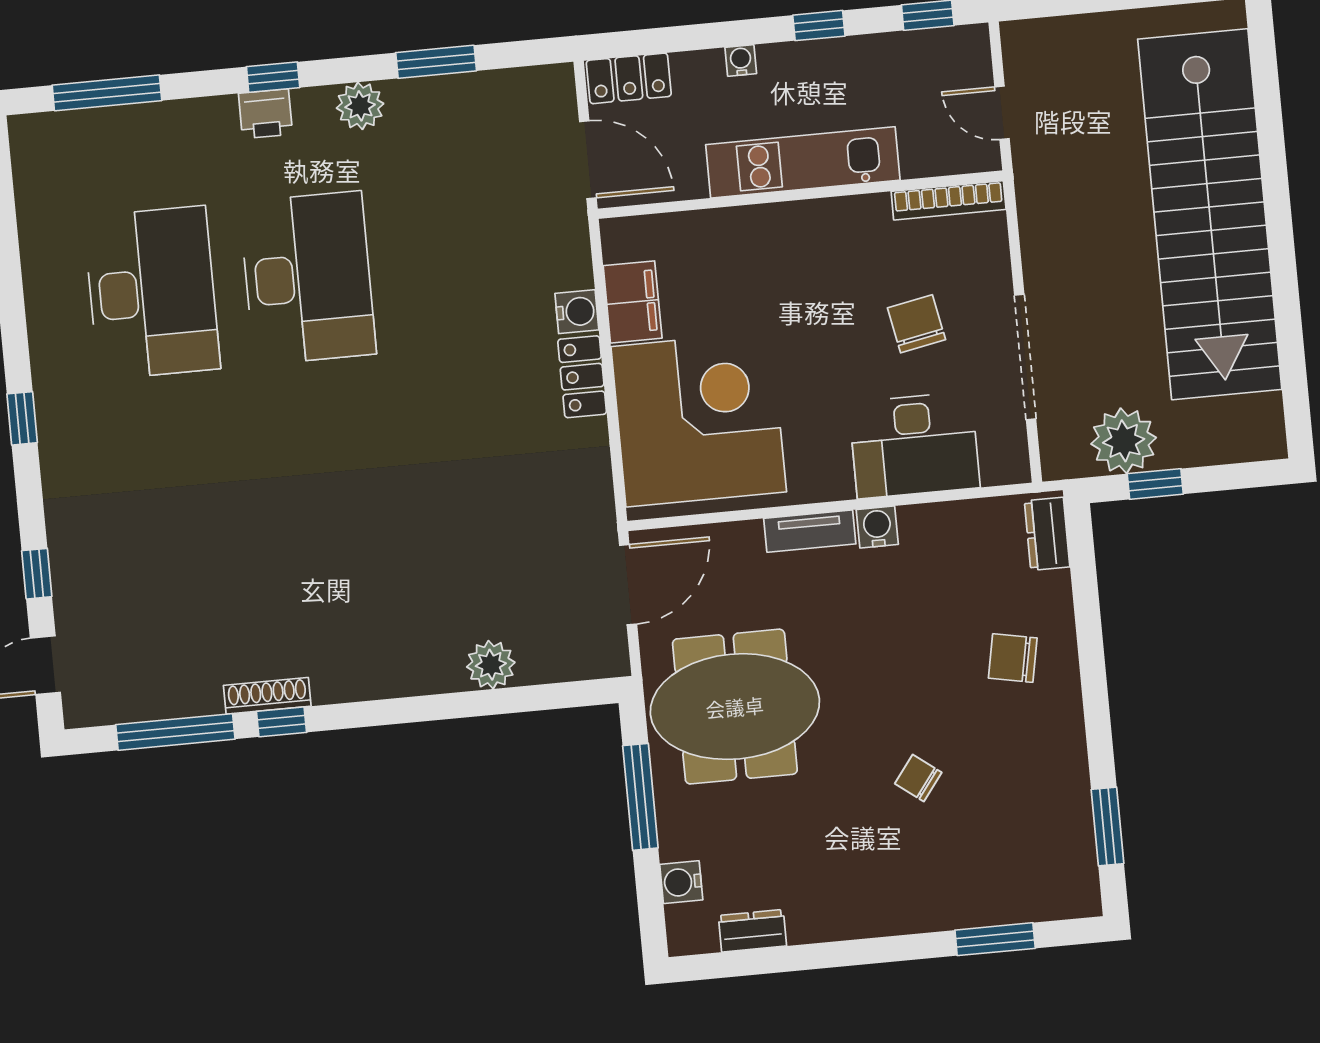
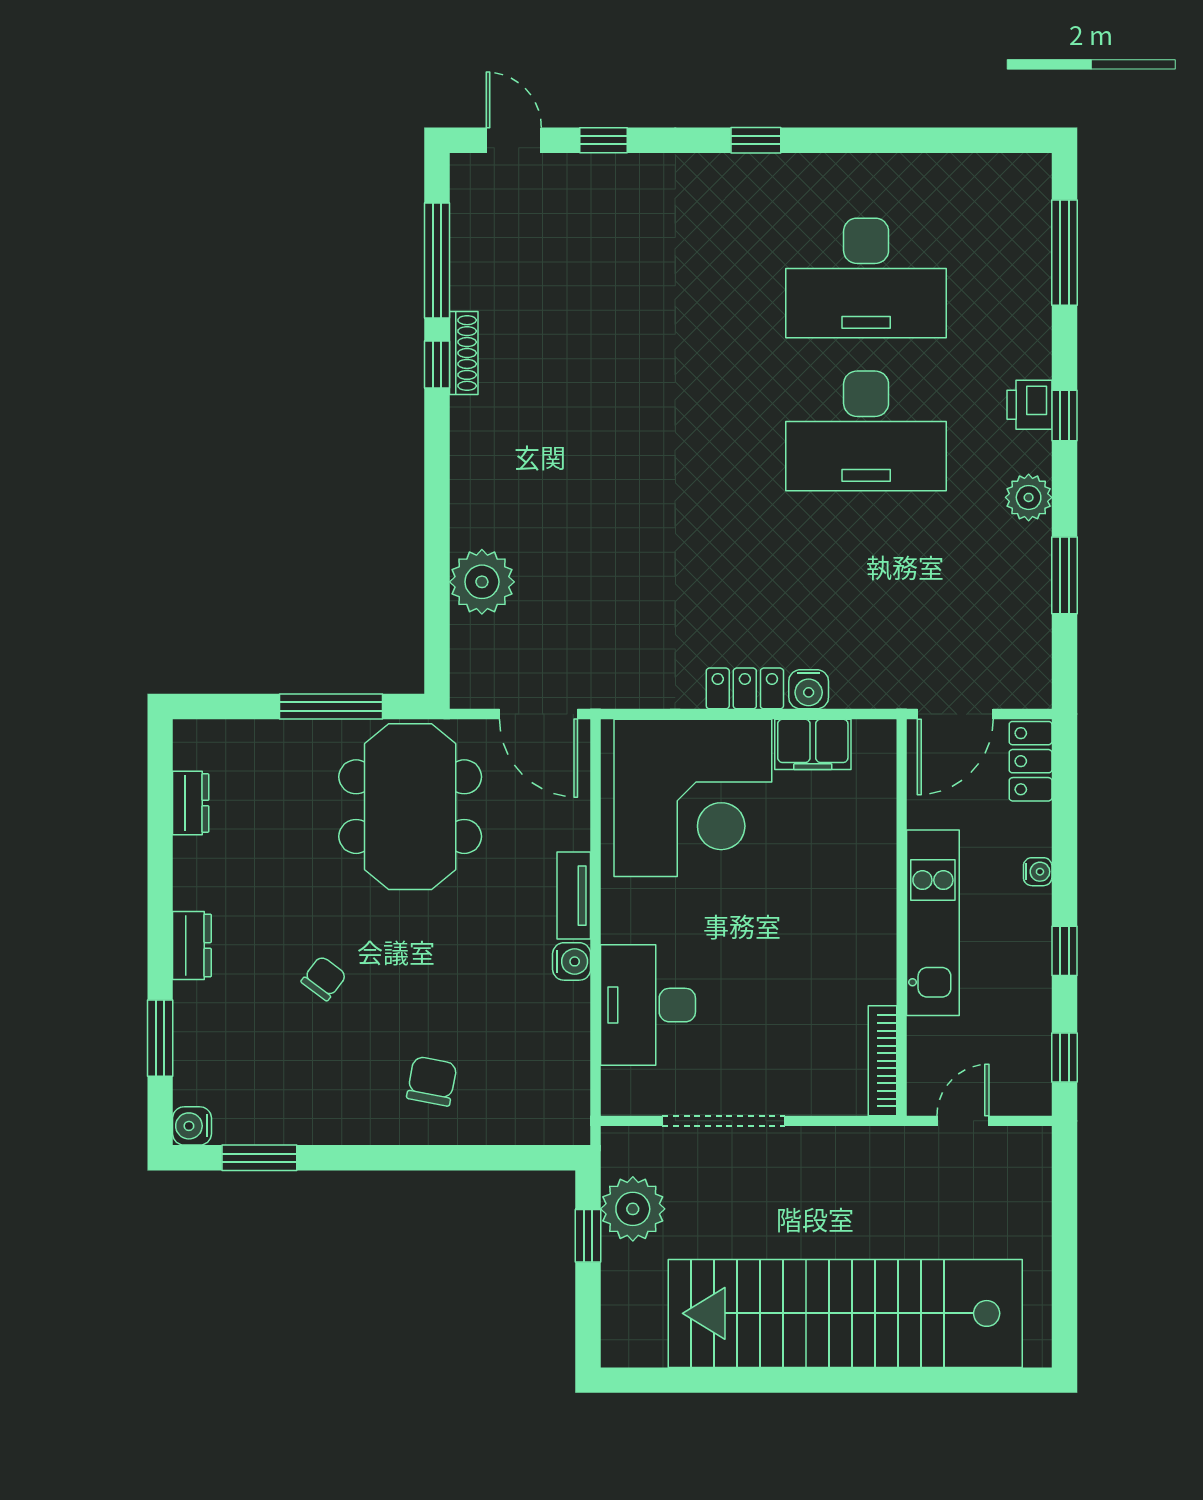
chair: (916, 324) -> (766, 1018), removed
dresser: (1047, 534) -> (192, 945), moved, turned 90
plant: (491, 665) -> (482, 582), width x1.36, depth x1.36
water cooler: (681, 882) -> (192, 1126), moved, turned -90

